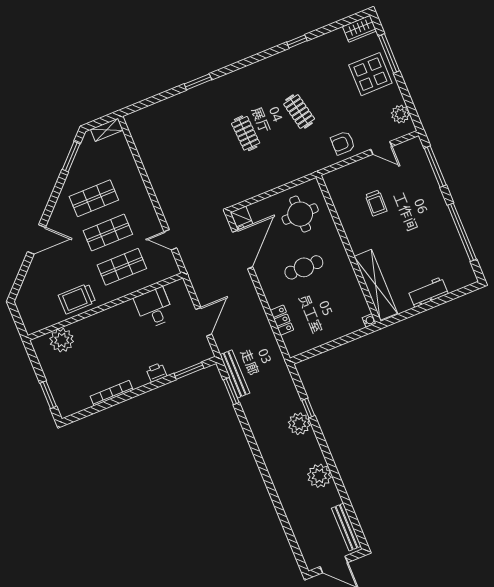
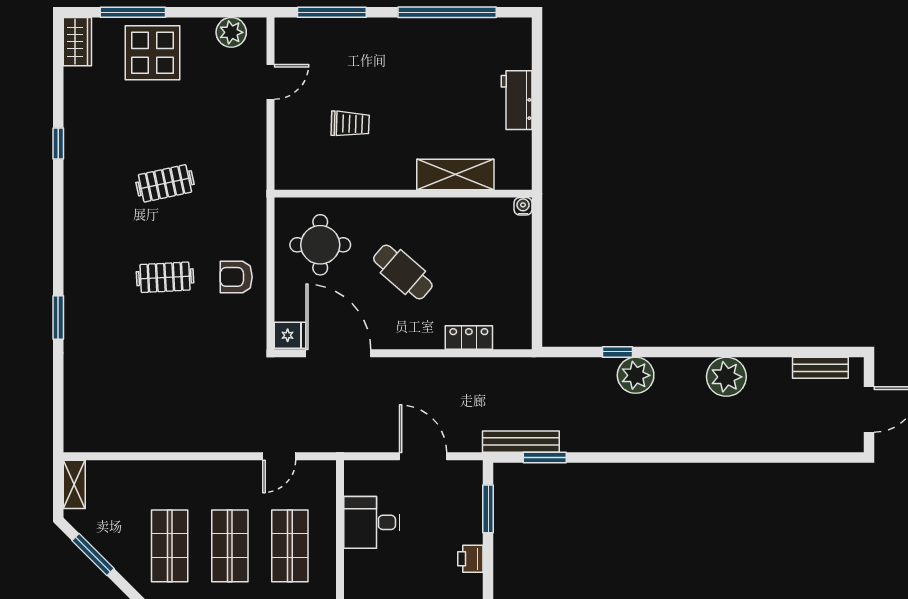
armchair: (343, 143) -> (236, 277), moved, turned 90
cafe table: (304, 267) -> (403, 272), turned -49
shelving: (376, 285) -> (455, 174), width x0.68
bench: (346, 527) -> (820, 368), width x0.73

